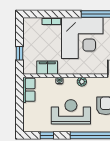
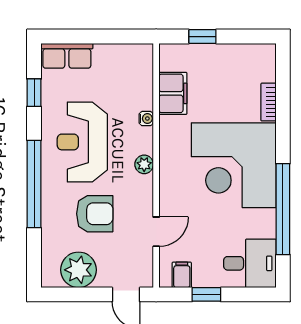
row of seats: (29, 90) -> (67, 56), moved
reception desk: (71, 112) -> (82, 142), turned 180

